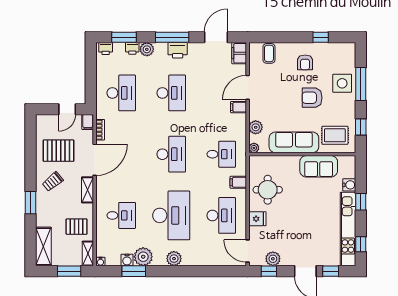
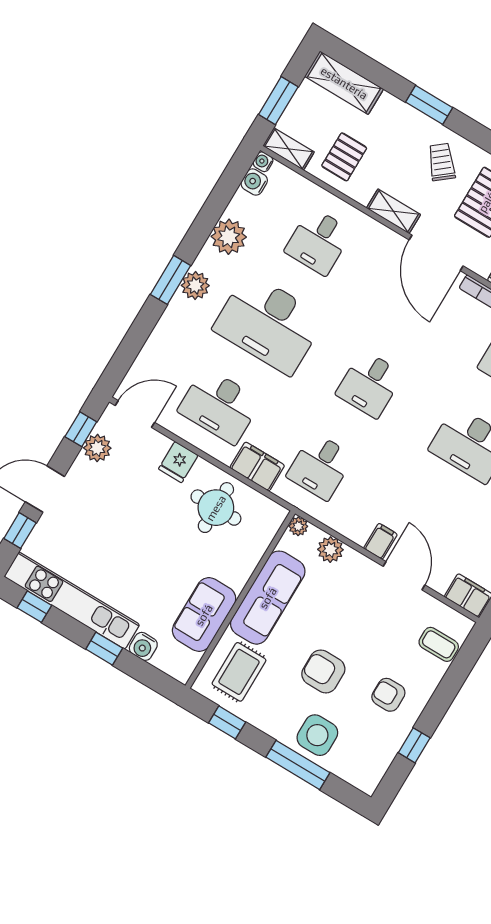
armchair: (312, 98) -> (323, 671), turned -90
desk: (171, 154) -> (370, 384), width x0.73
filing cabinet: (238, 182) -> (257, 467), width x2.00
water cooler: (127, 260) -> (254, 182), moved
window: (134, 271) -> (171, 280), moved

